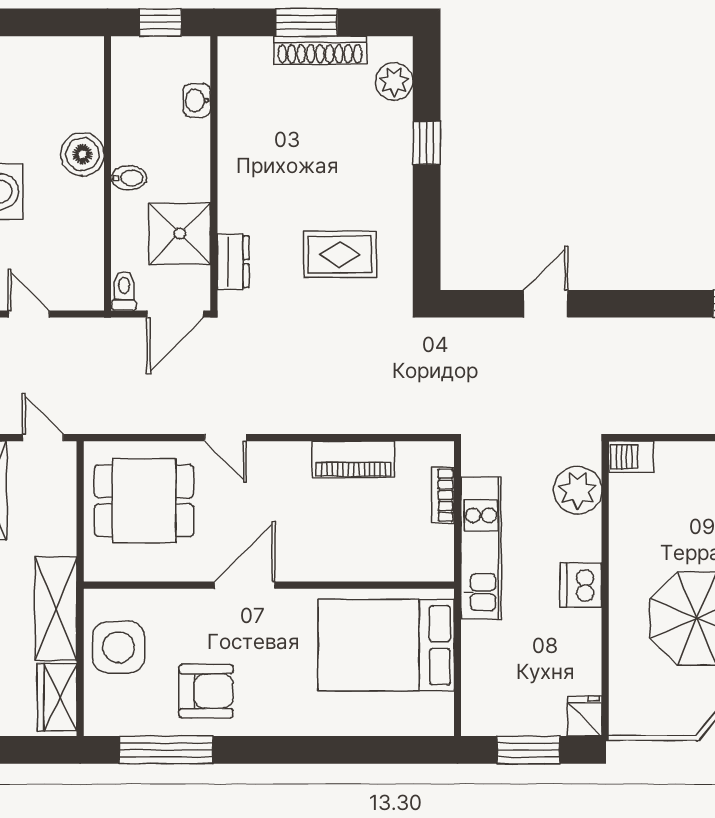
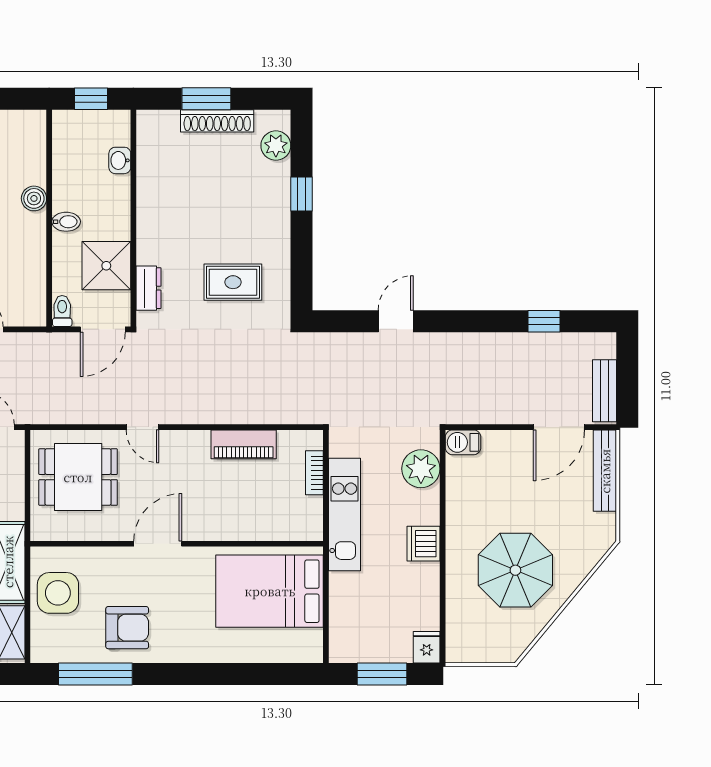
boiler: (83, 154) -> (34, 198), width x0.73, depth x0.73

